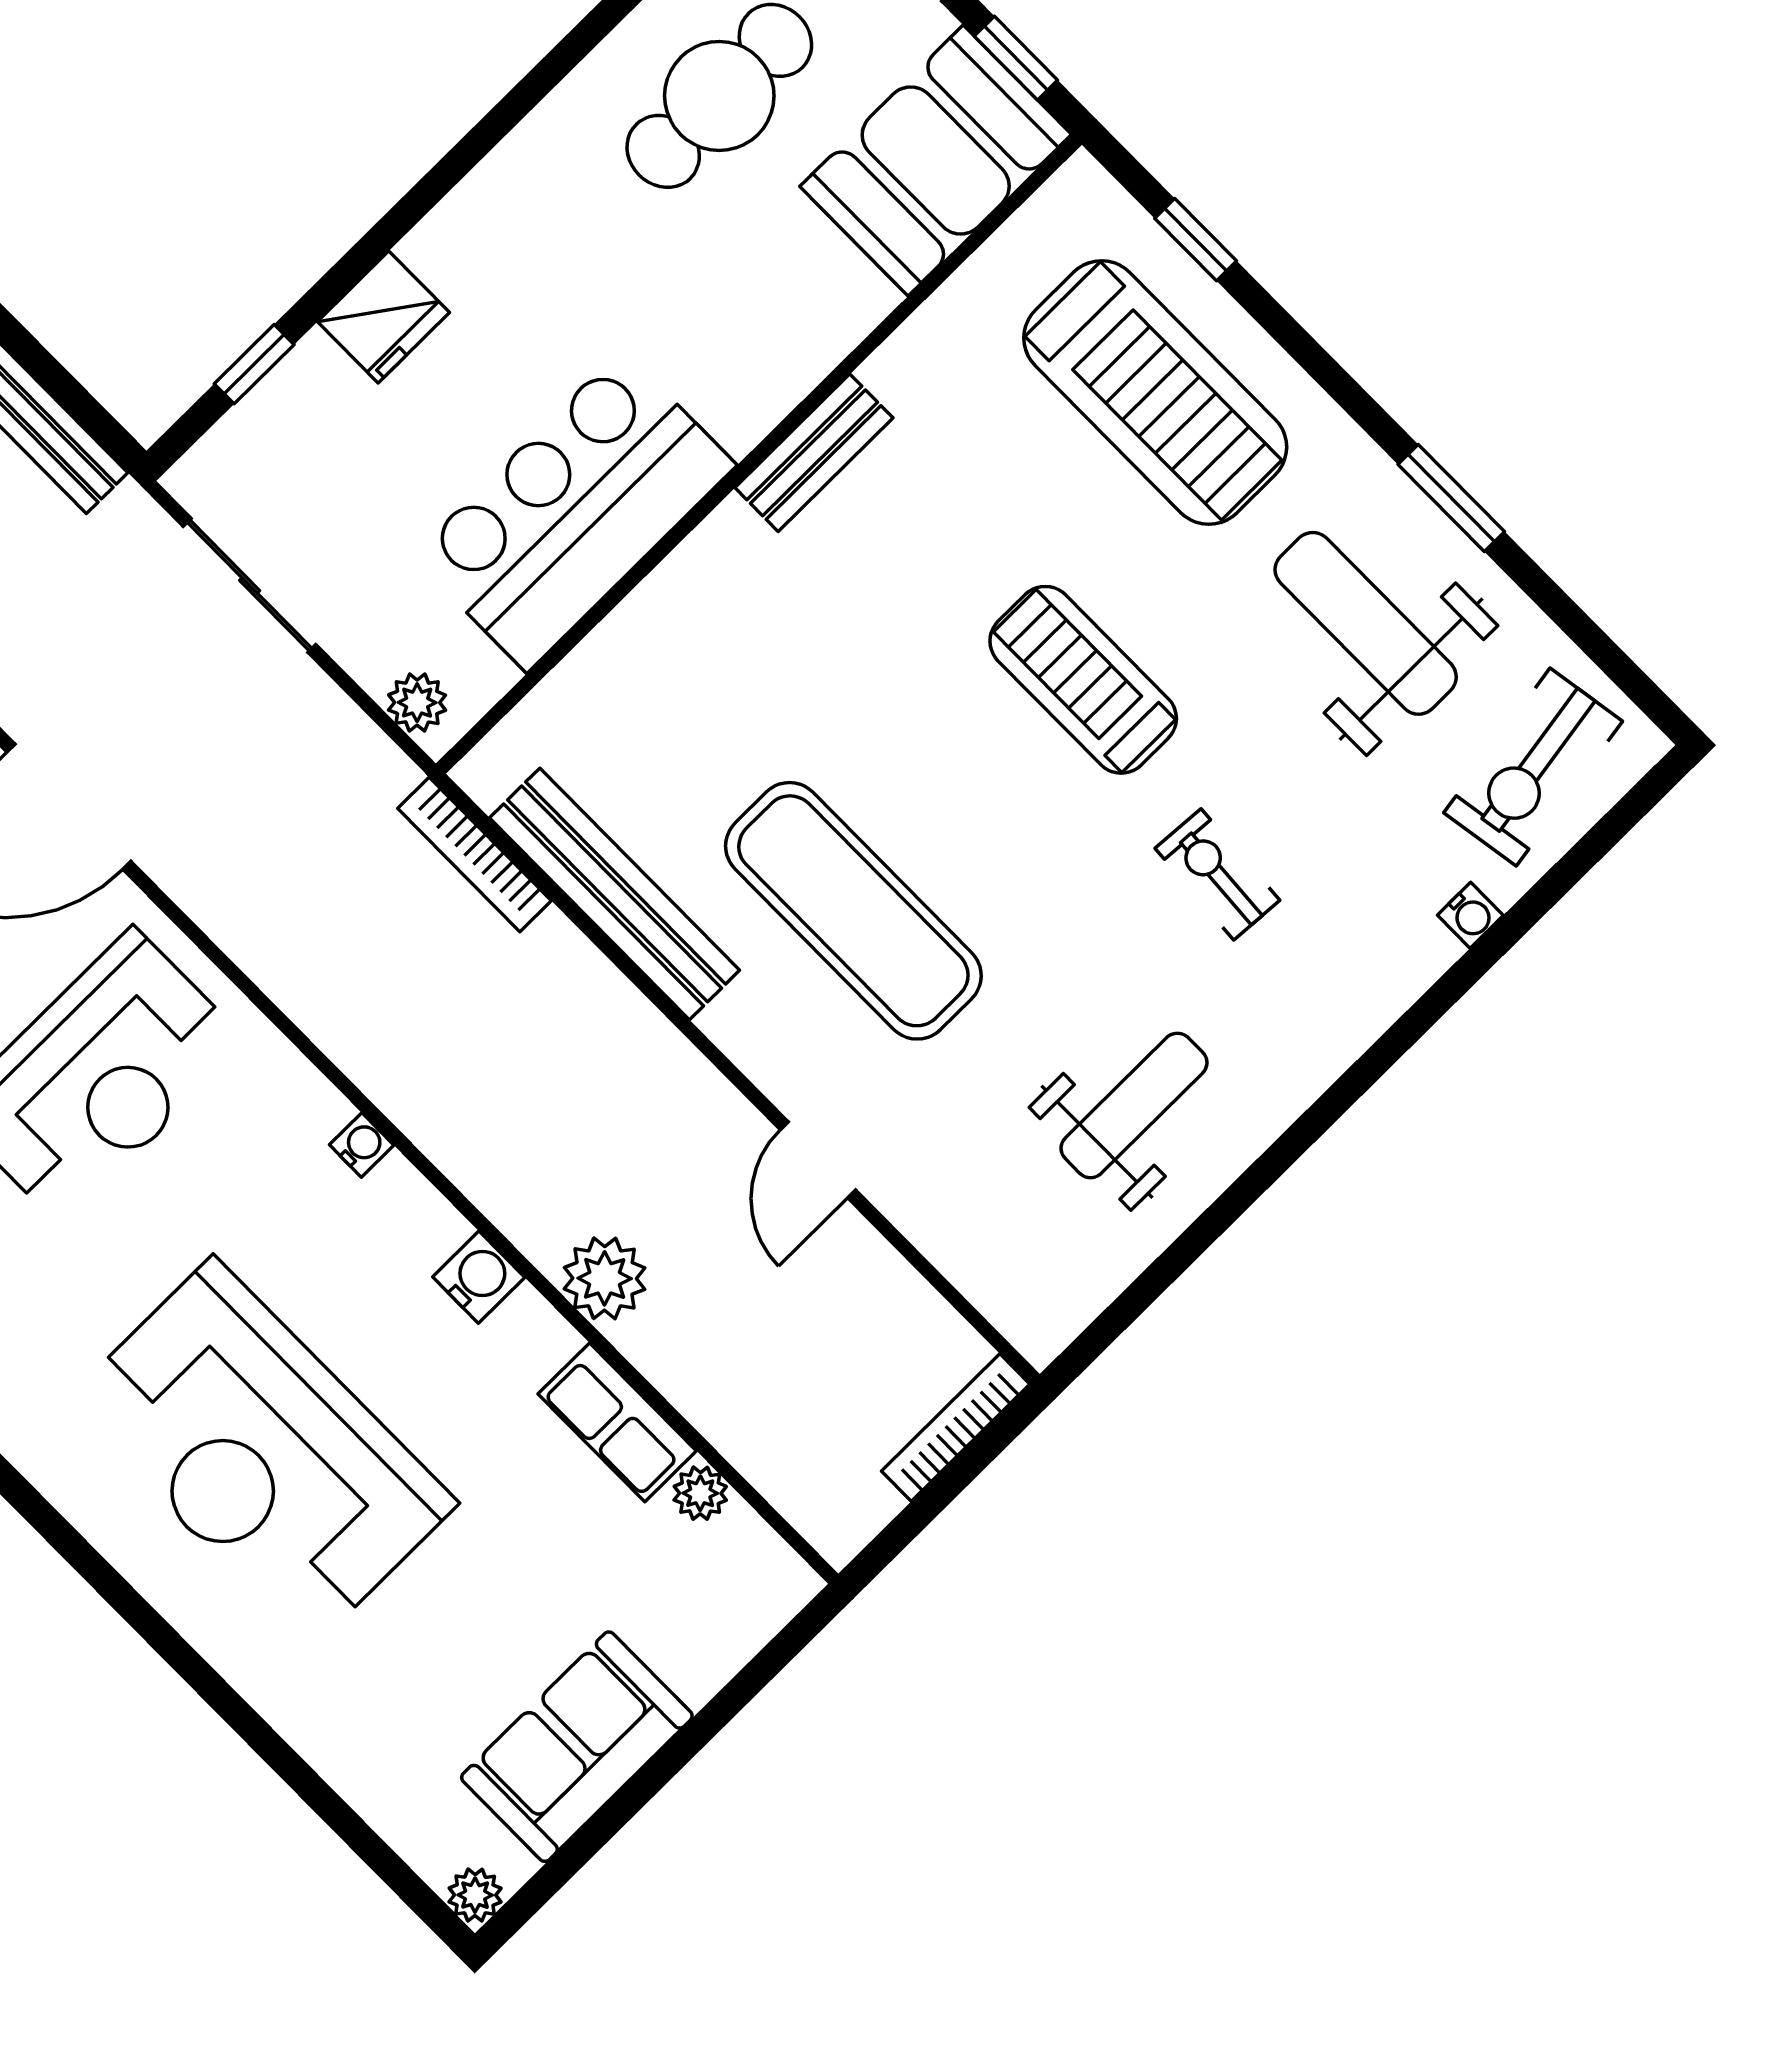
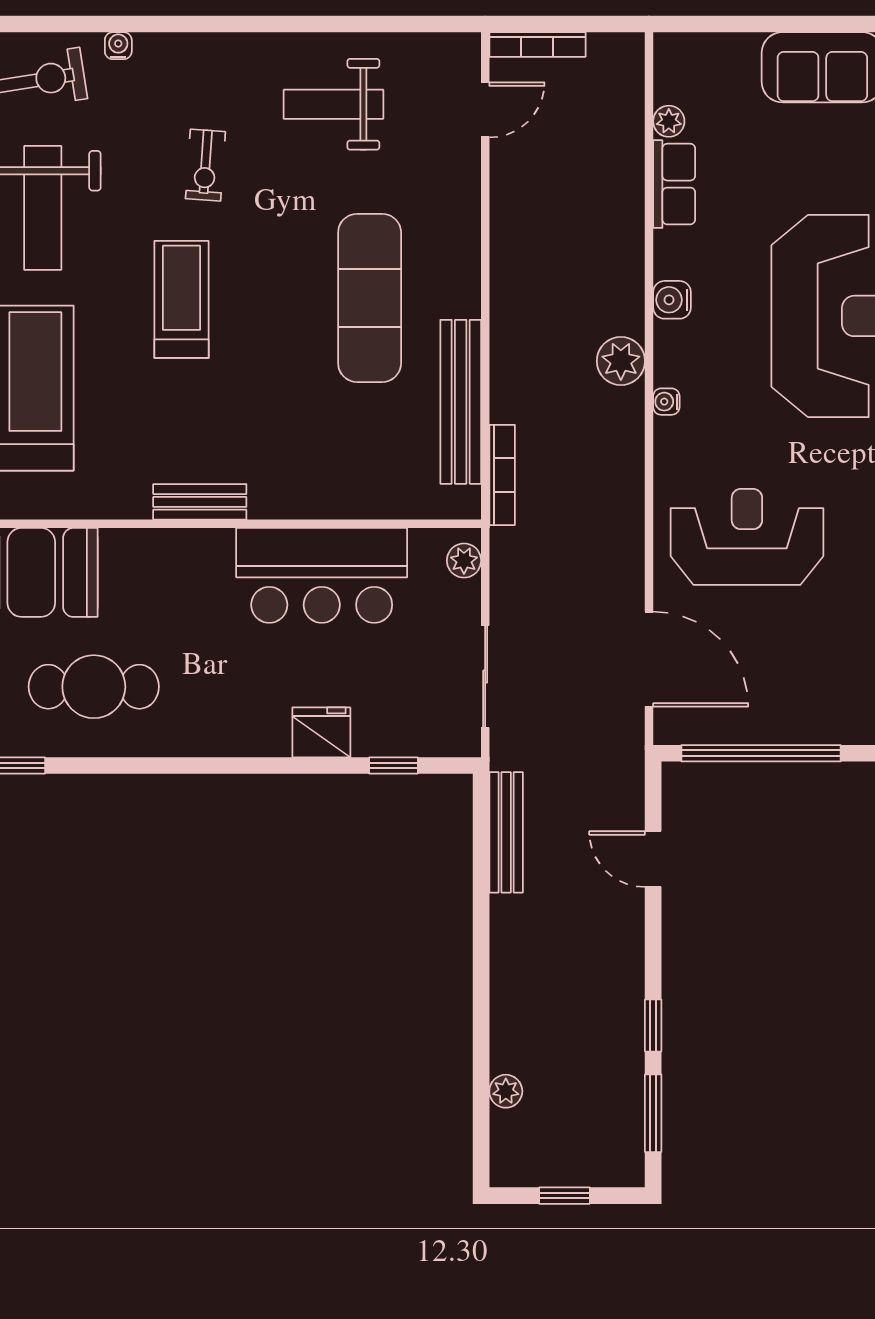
treadmill: (1083, 680) -> (182, 299), turned 180
door: (818, 1160) -> (485, 110), moved
plant: (605, 1278) -> (621, 361), moved

